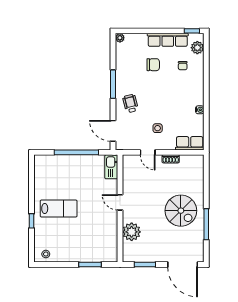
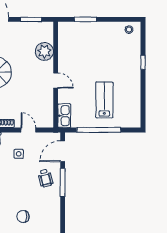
window: (113, 84) -> (63, 183), moved
door: (113, 131) -> (63, 151), swing flipped
lab bench: (59, 209) -> (104, 100), moved, turned 90

